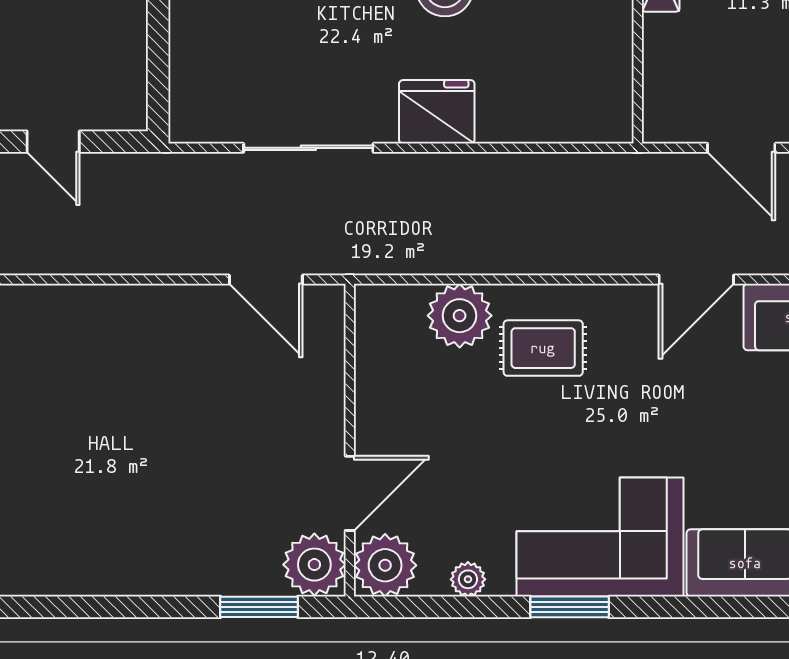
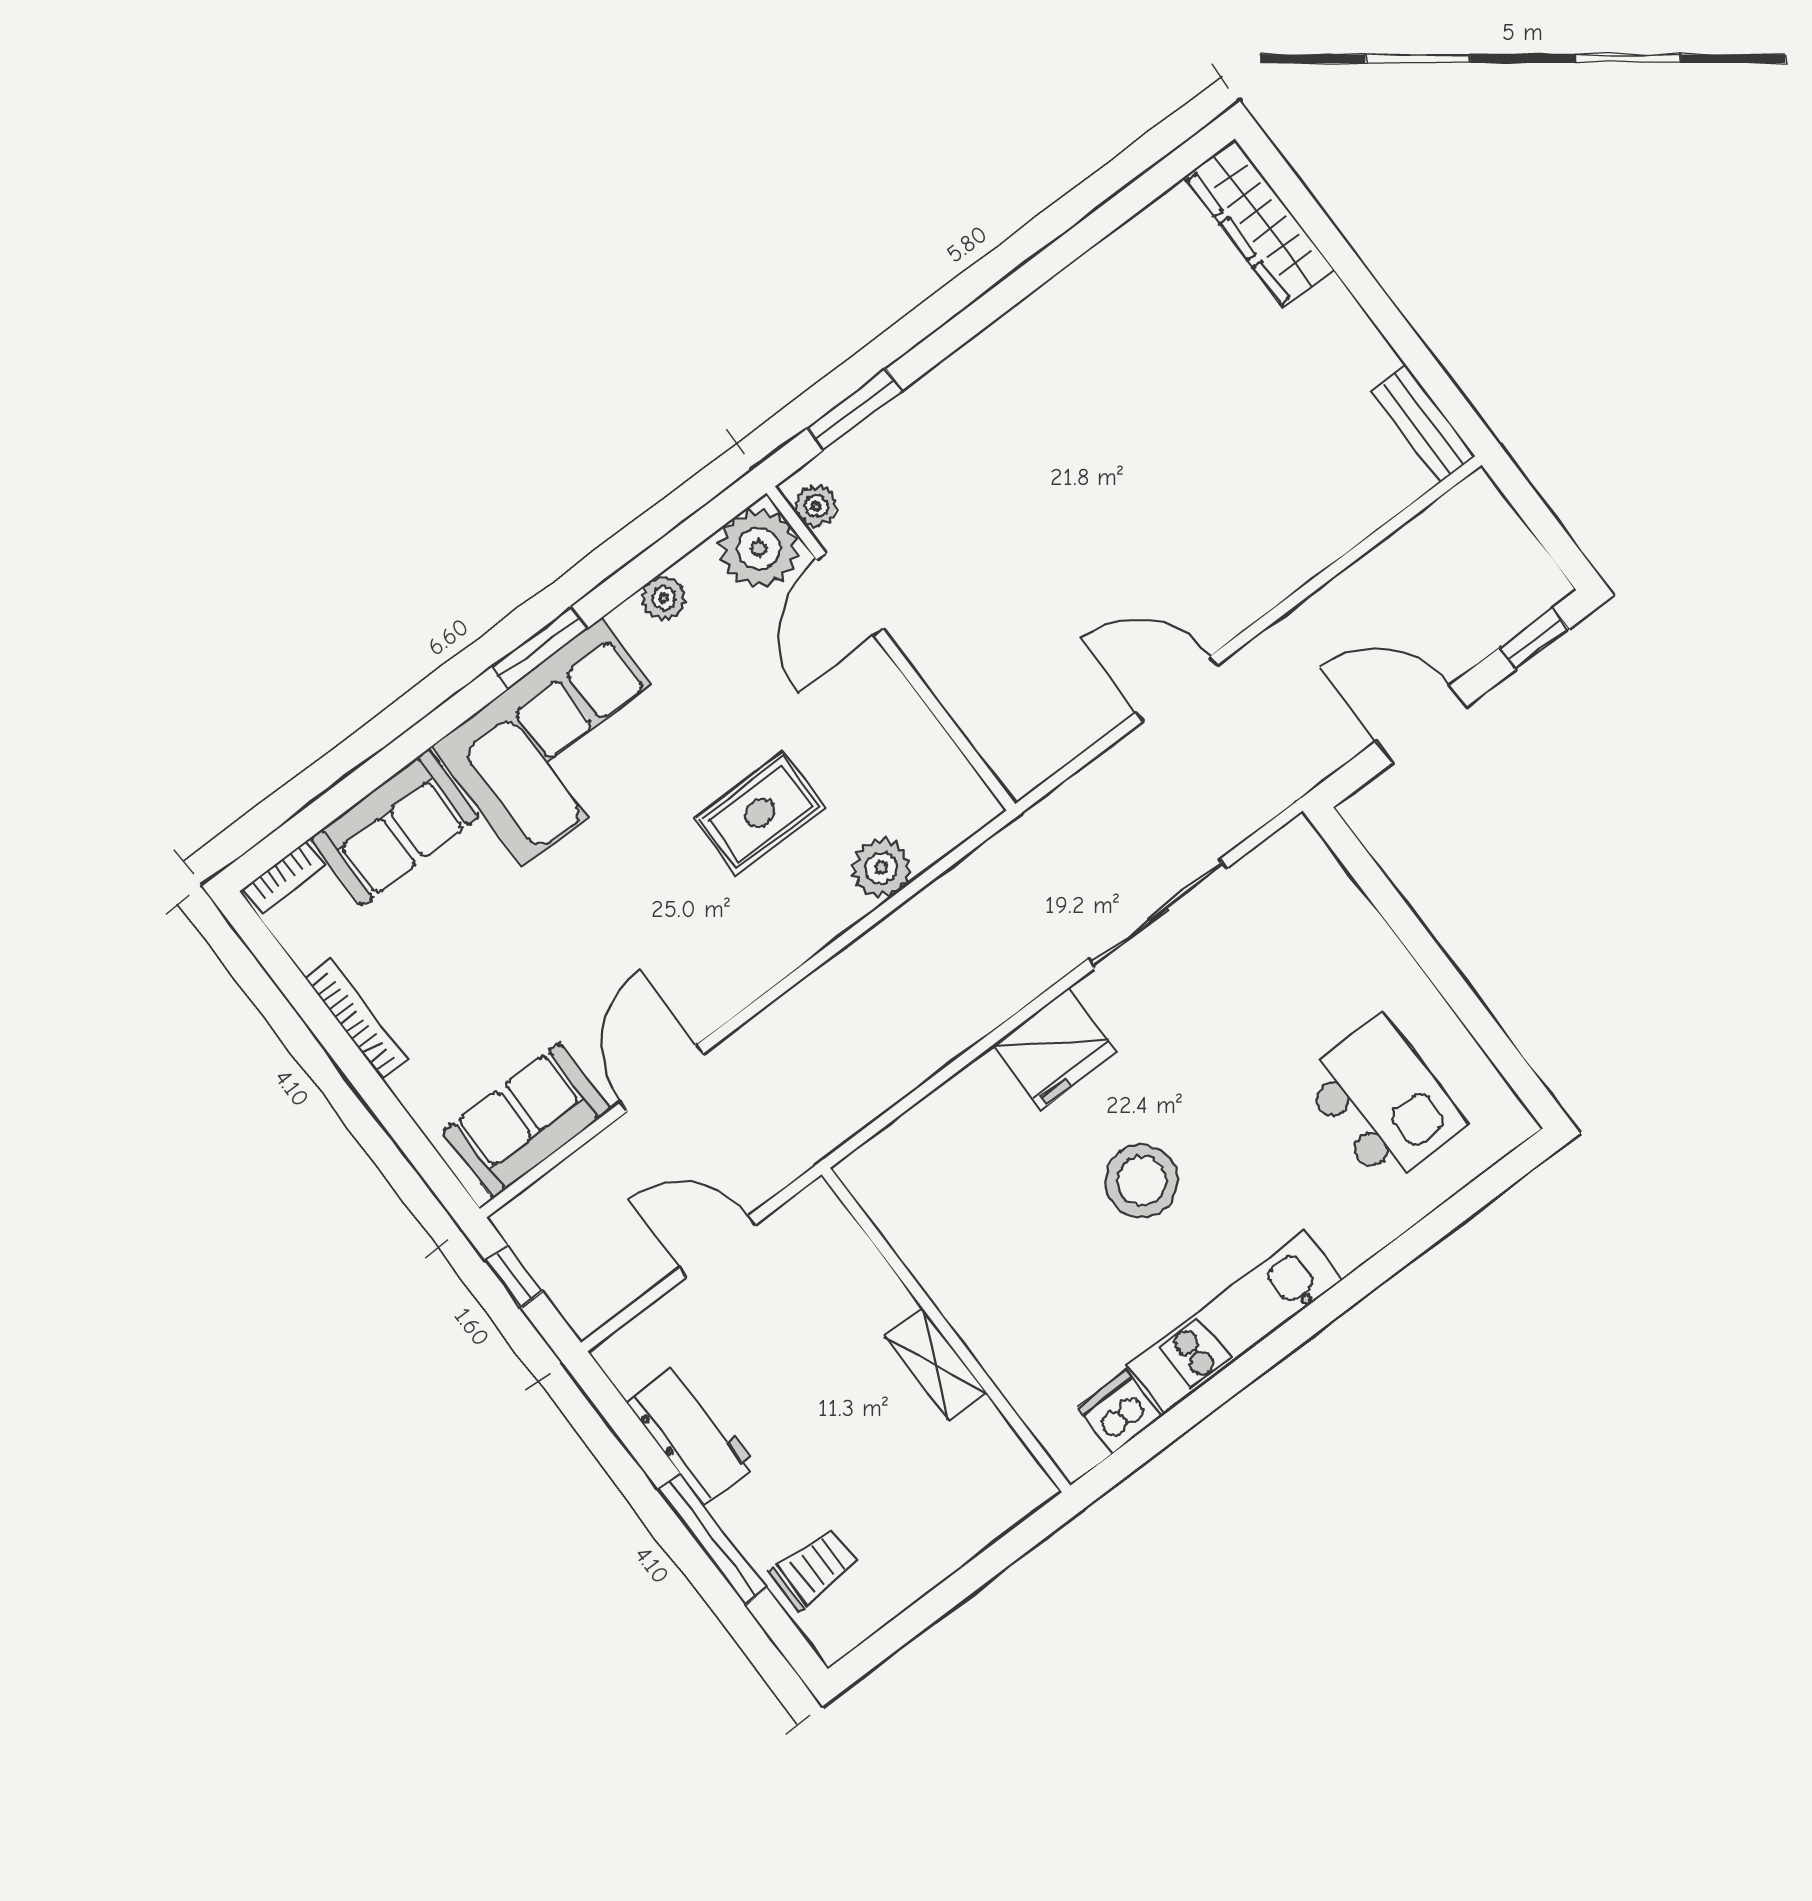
door: (53, 142) -> (1421, 724), width x1.38
door: (266, 280) -> (1177, 689), moved
plant: (460, 316) -> (881, 868), width x0.73, depth x0.73
rug: (543, 348) -> (760, 813), moved
plant: (314, 565) -> (816, 506), width x0.53, depth x0.53

